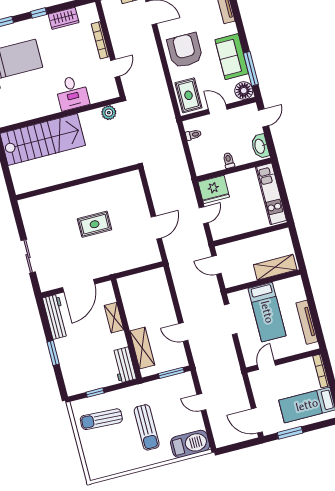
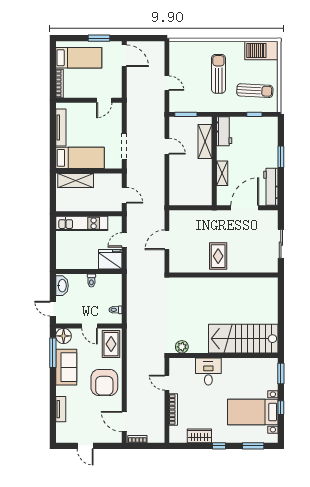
door: (115, 68) -> (167, 383), hinge flipped
door: (264, 118) -> (53, 309), hinge flipped
wall: (77, 182) -> (224, 275), moved
kitchen unit: (271, 194) -> (82, 223), moved, turned 90
rug: (95, 224) -> (218, 256), turned 90
bed: (267, 312) -> (80, 158), moved, turned 90
barbecue: (190, 444) -> (261, 51), moved

